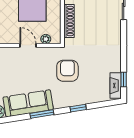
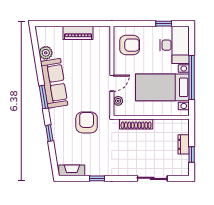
armchair: (67, 71) -> (87, 122), turned -90
window: (124, 80) -> (97, 178), moved

